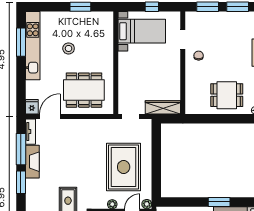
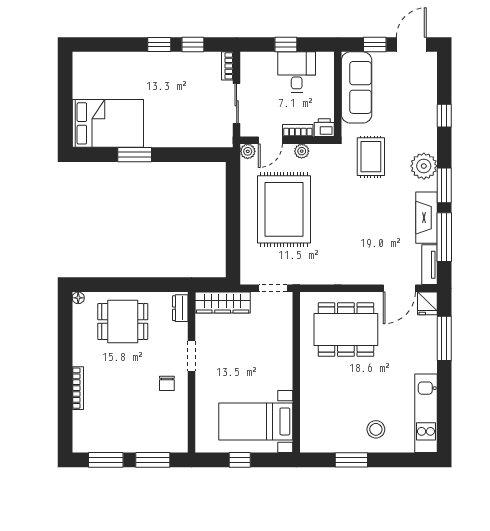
doorway: (183, 39) -> (191, 356), moved
window: (21, 42) -> (444, 338), moved
kitchen unit: (33, 46) -> (426, 413), width x0.73
stool: (69, 48) -> (376, 429), moved
dresser: (190, 104) -> (180, 308), added
plant: (34, 195) -> (424, 166), added

